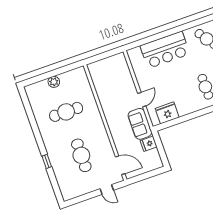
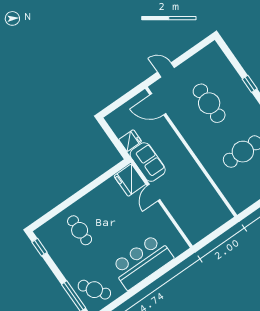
fridge: (167, 113) -> (130, 180), moved, turned 90

